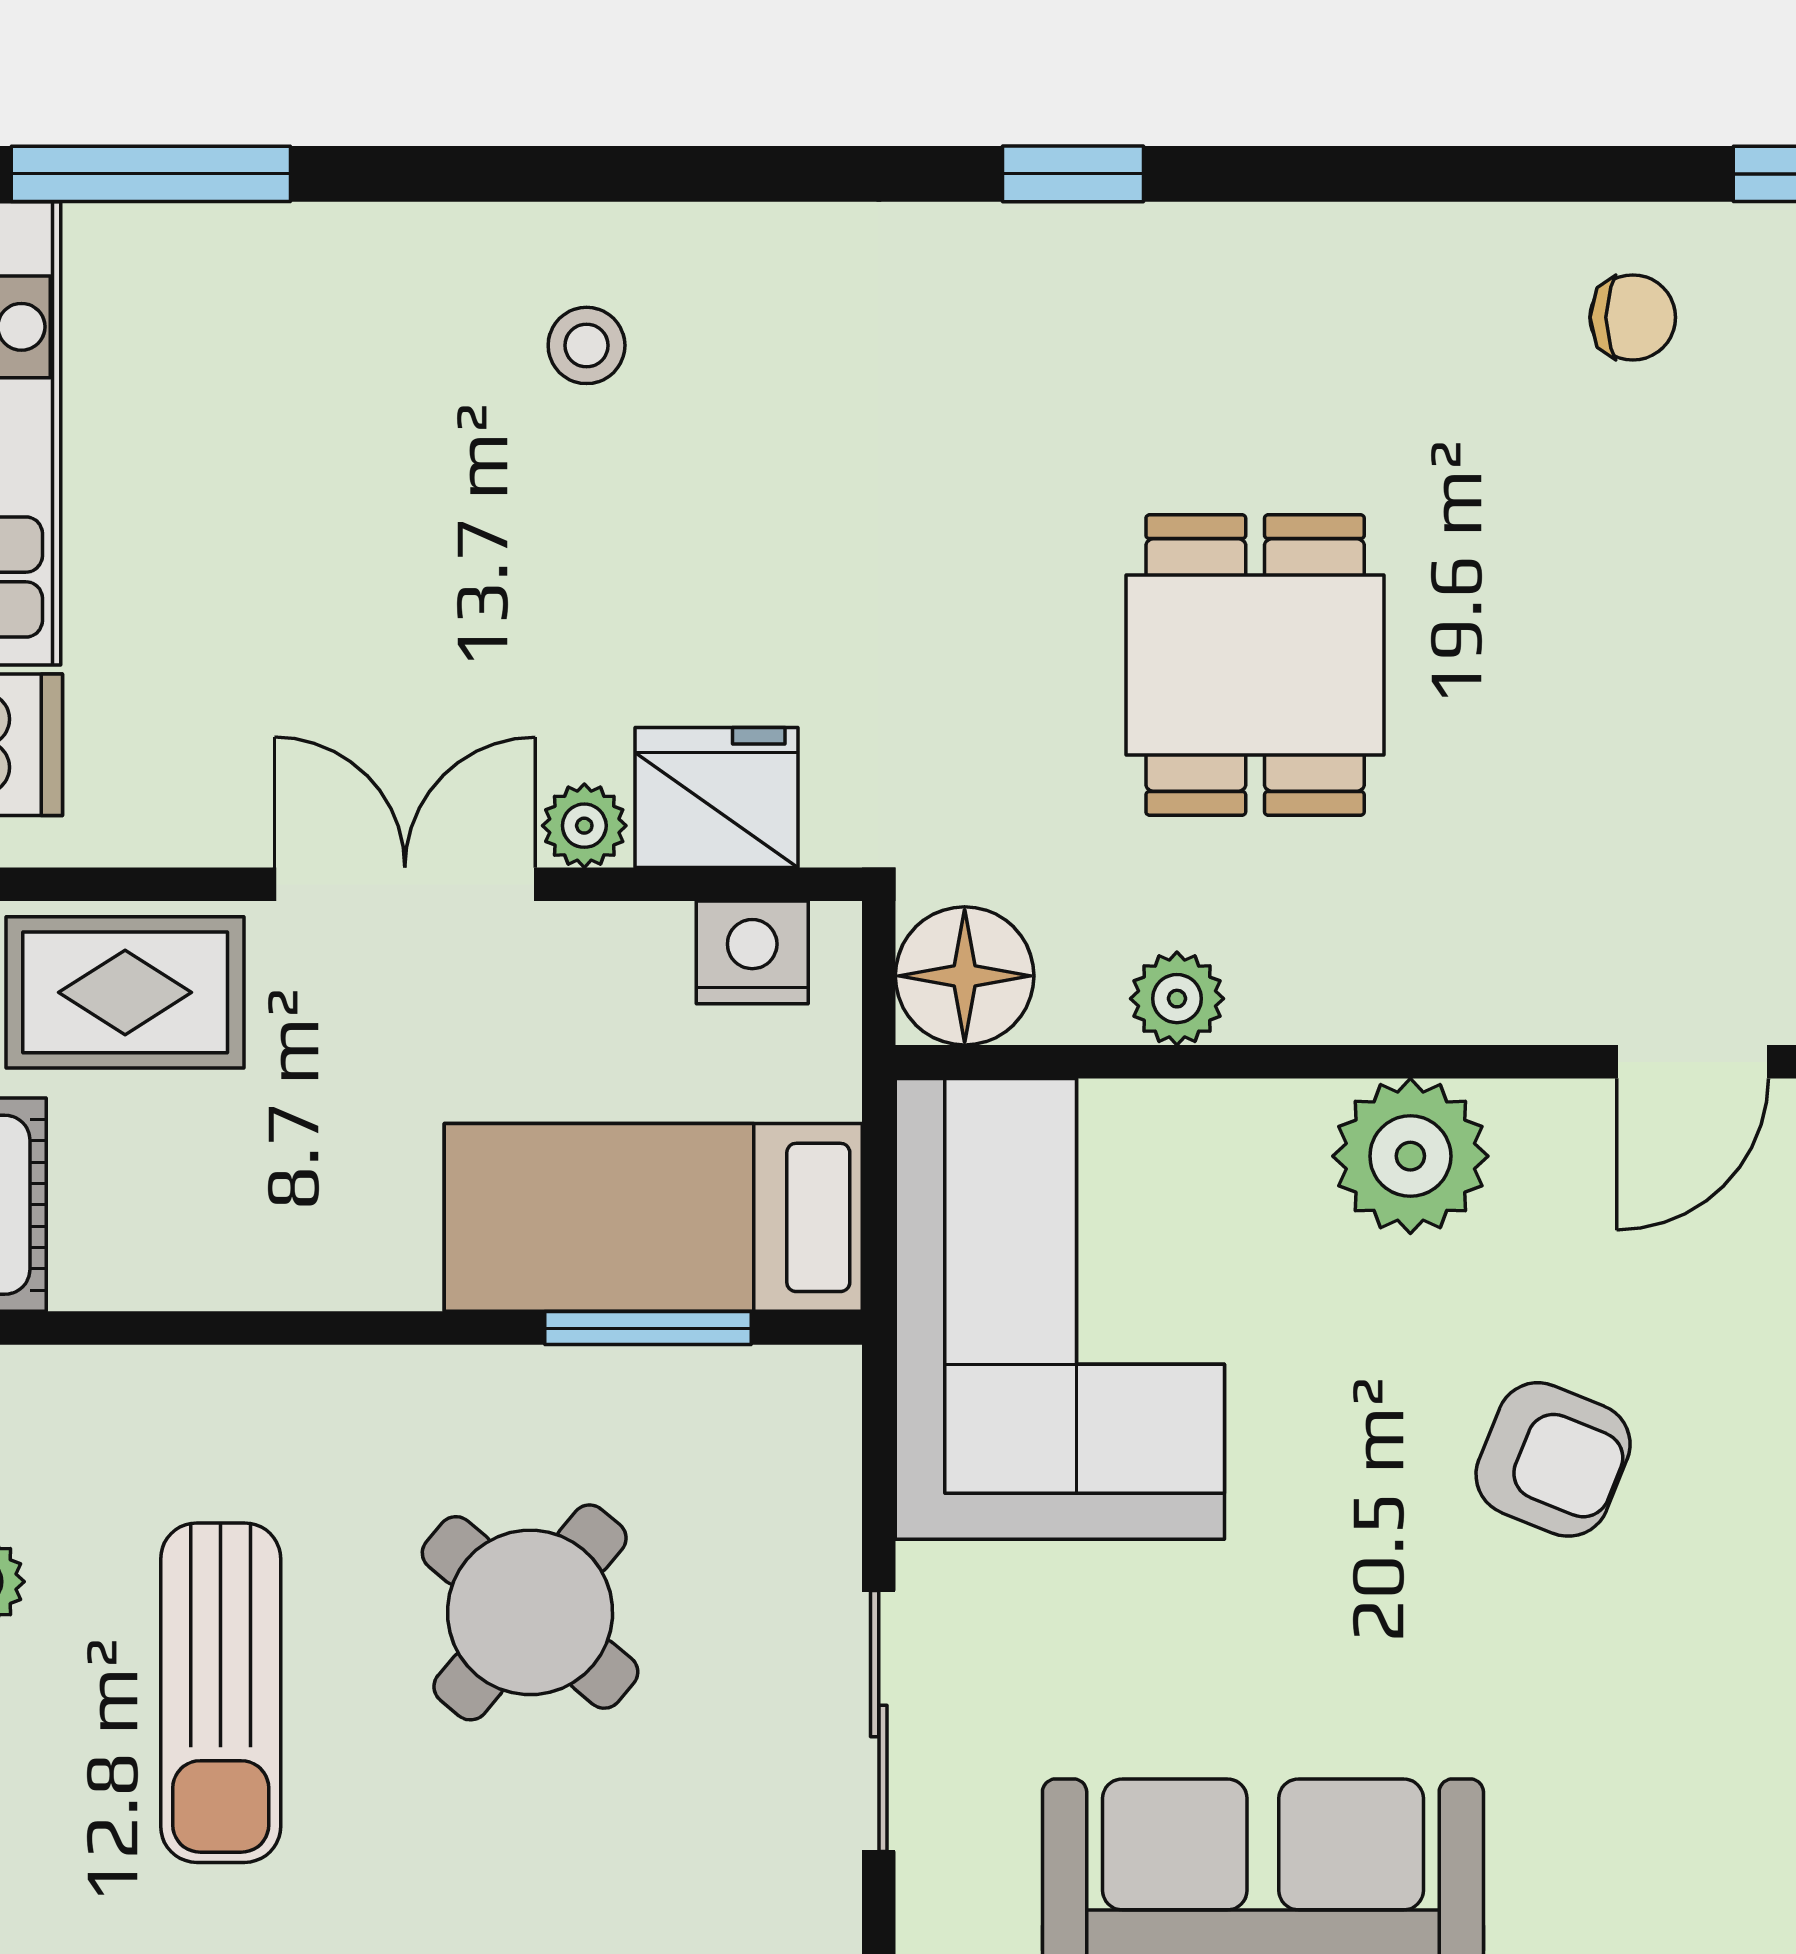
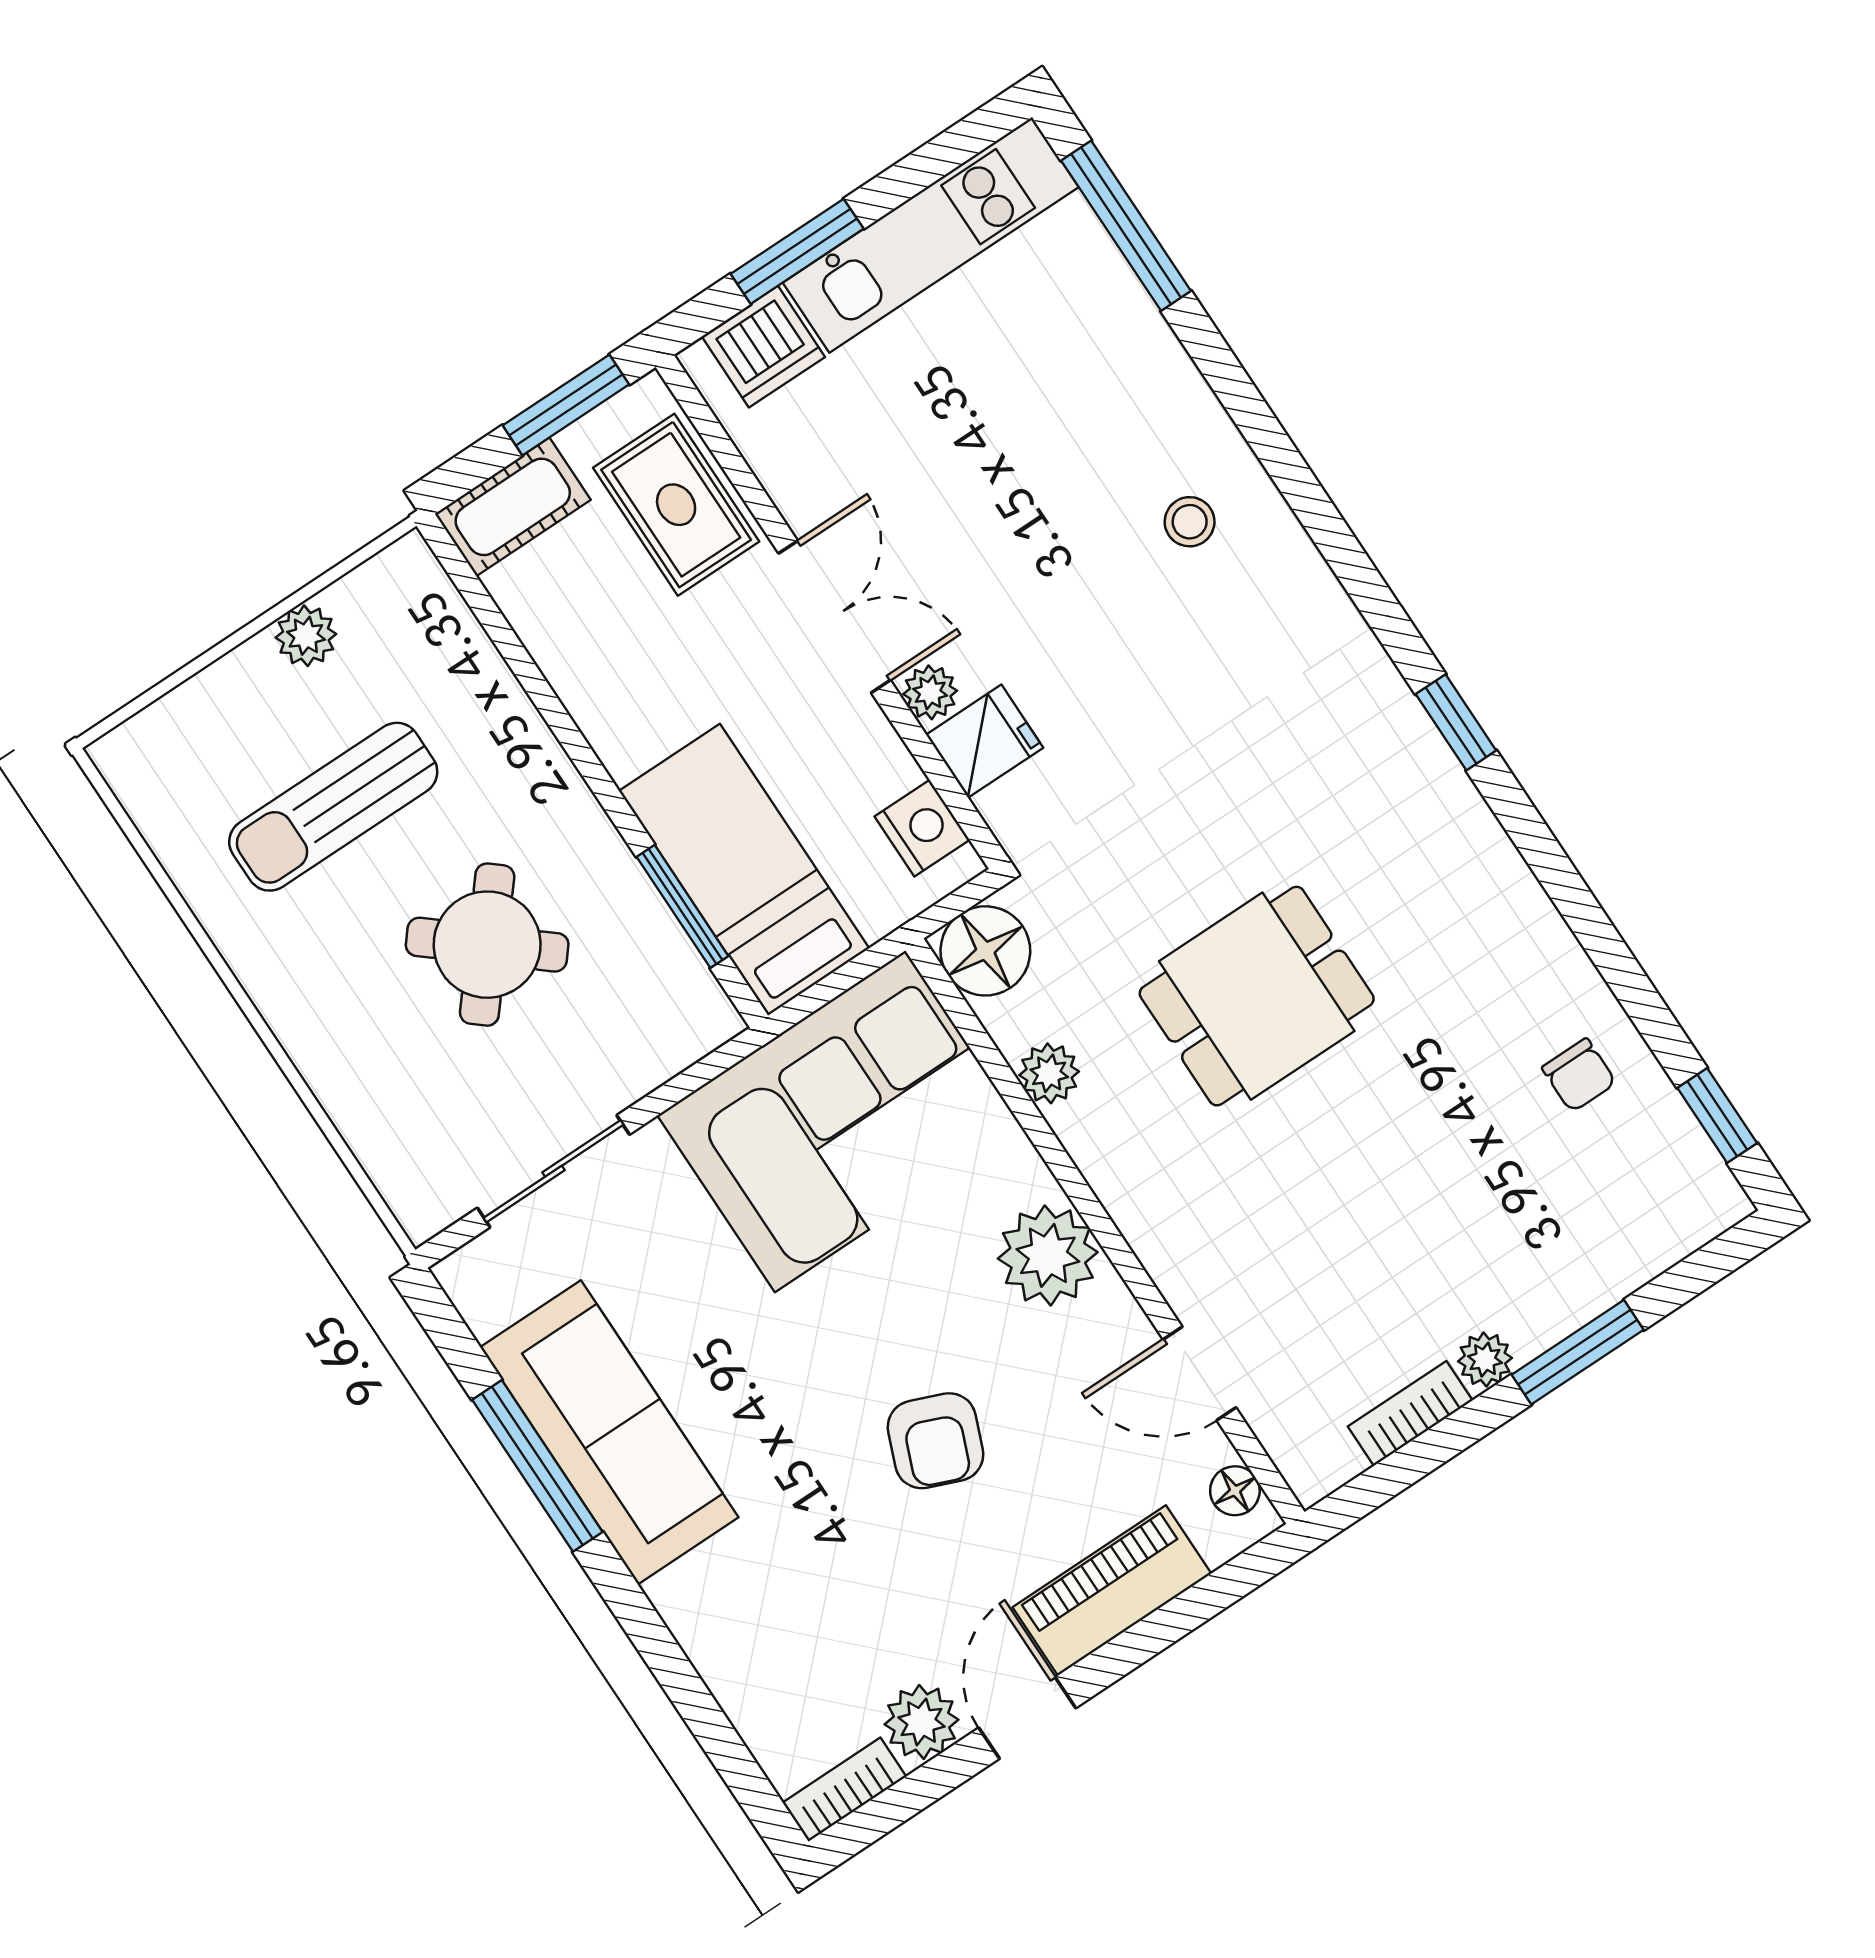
fridge: (716, 797) -> (985, 741), width x0.72

